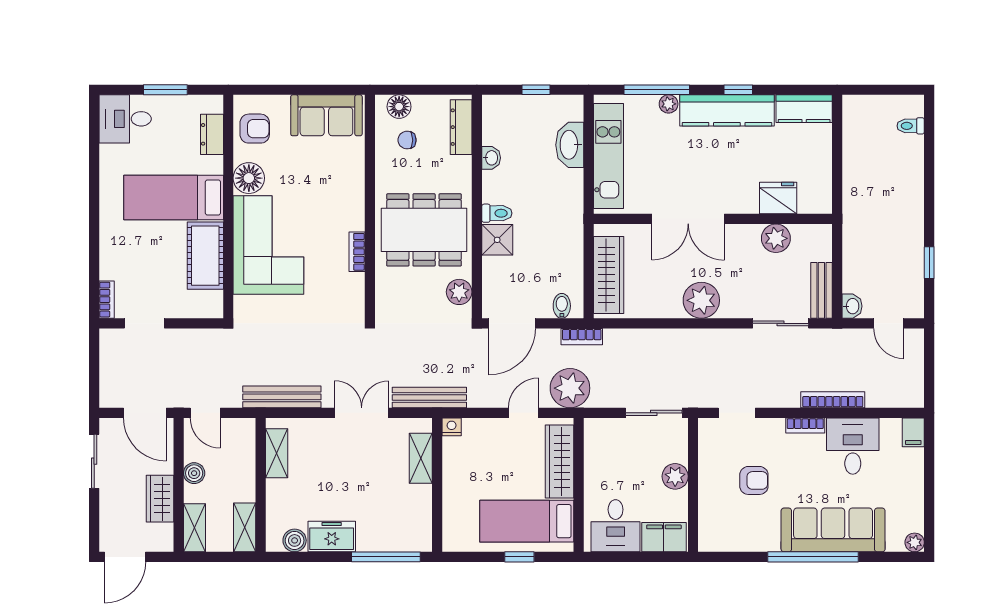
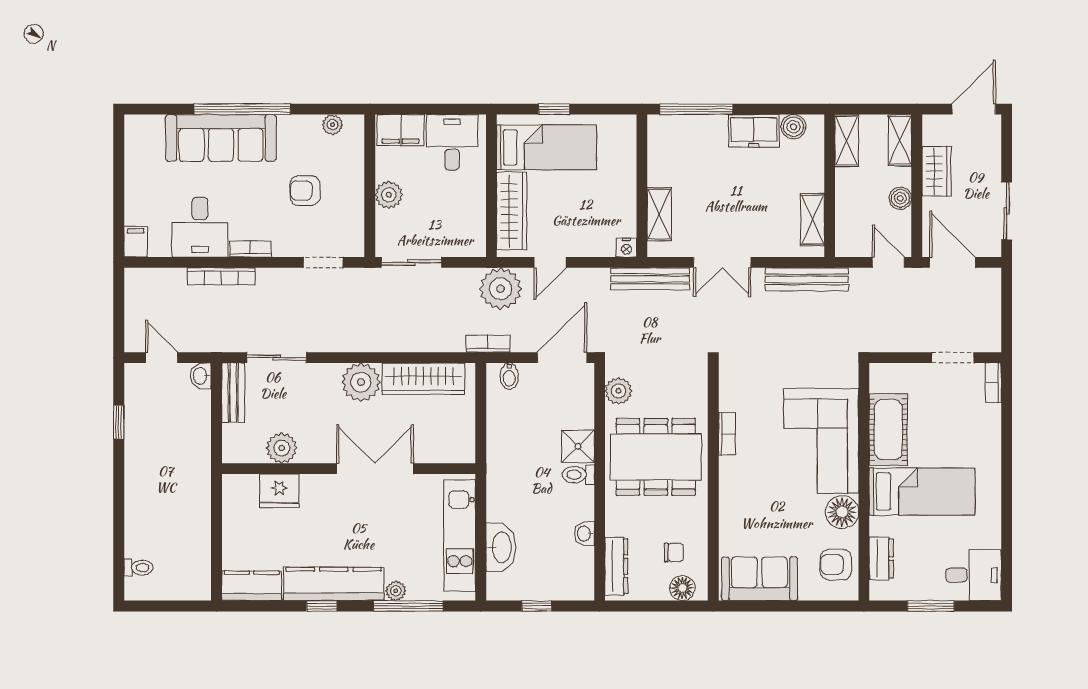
wardrobe: (609, 275) -> (423, 379), moved, turned -90
plant: (915, 542) -> (332, 125), moved

